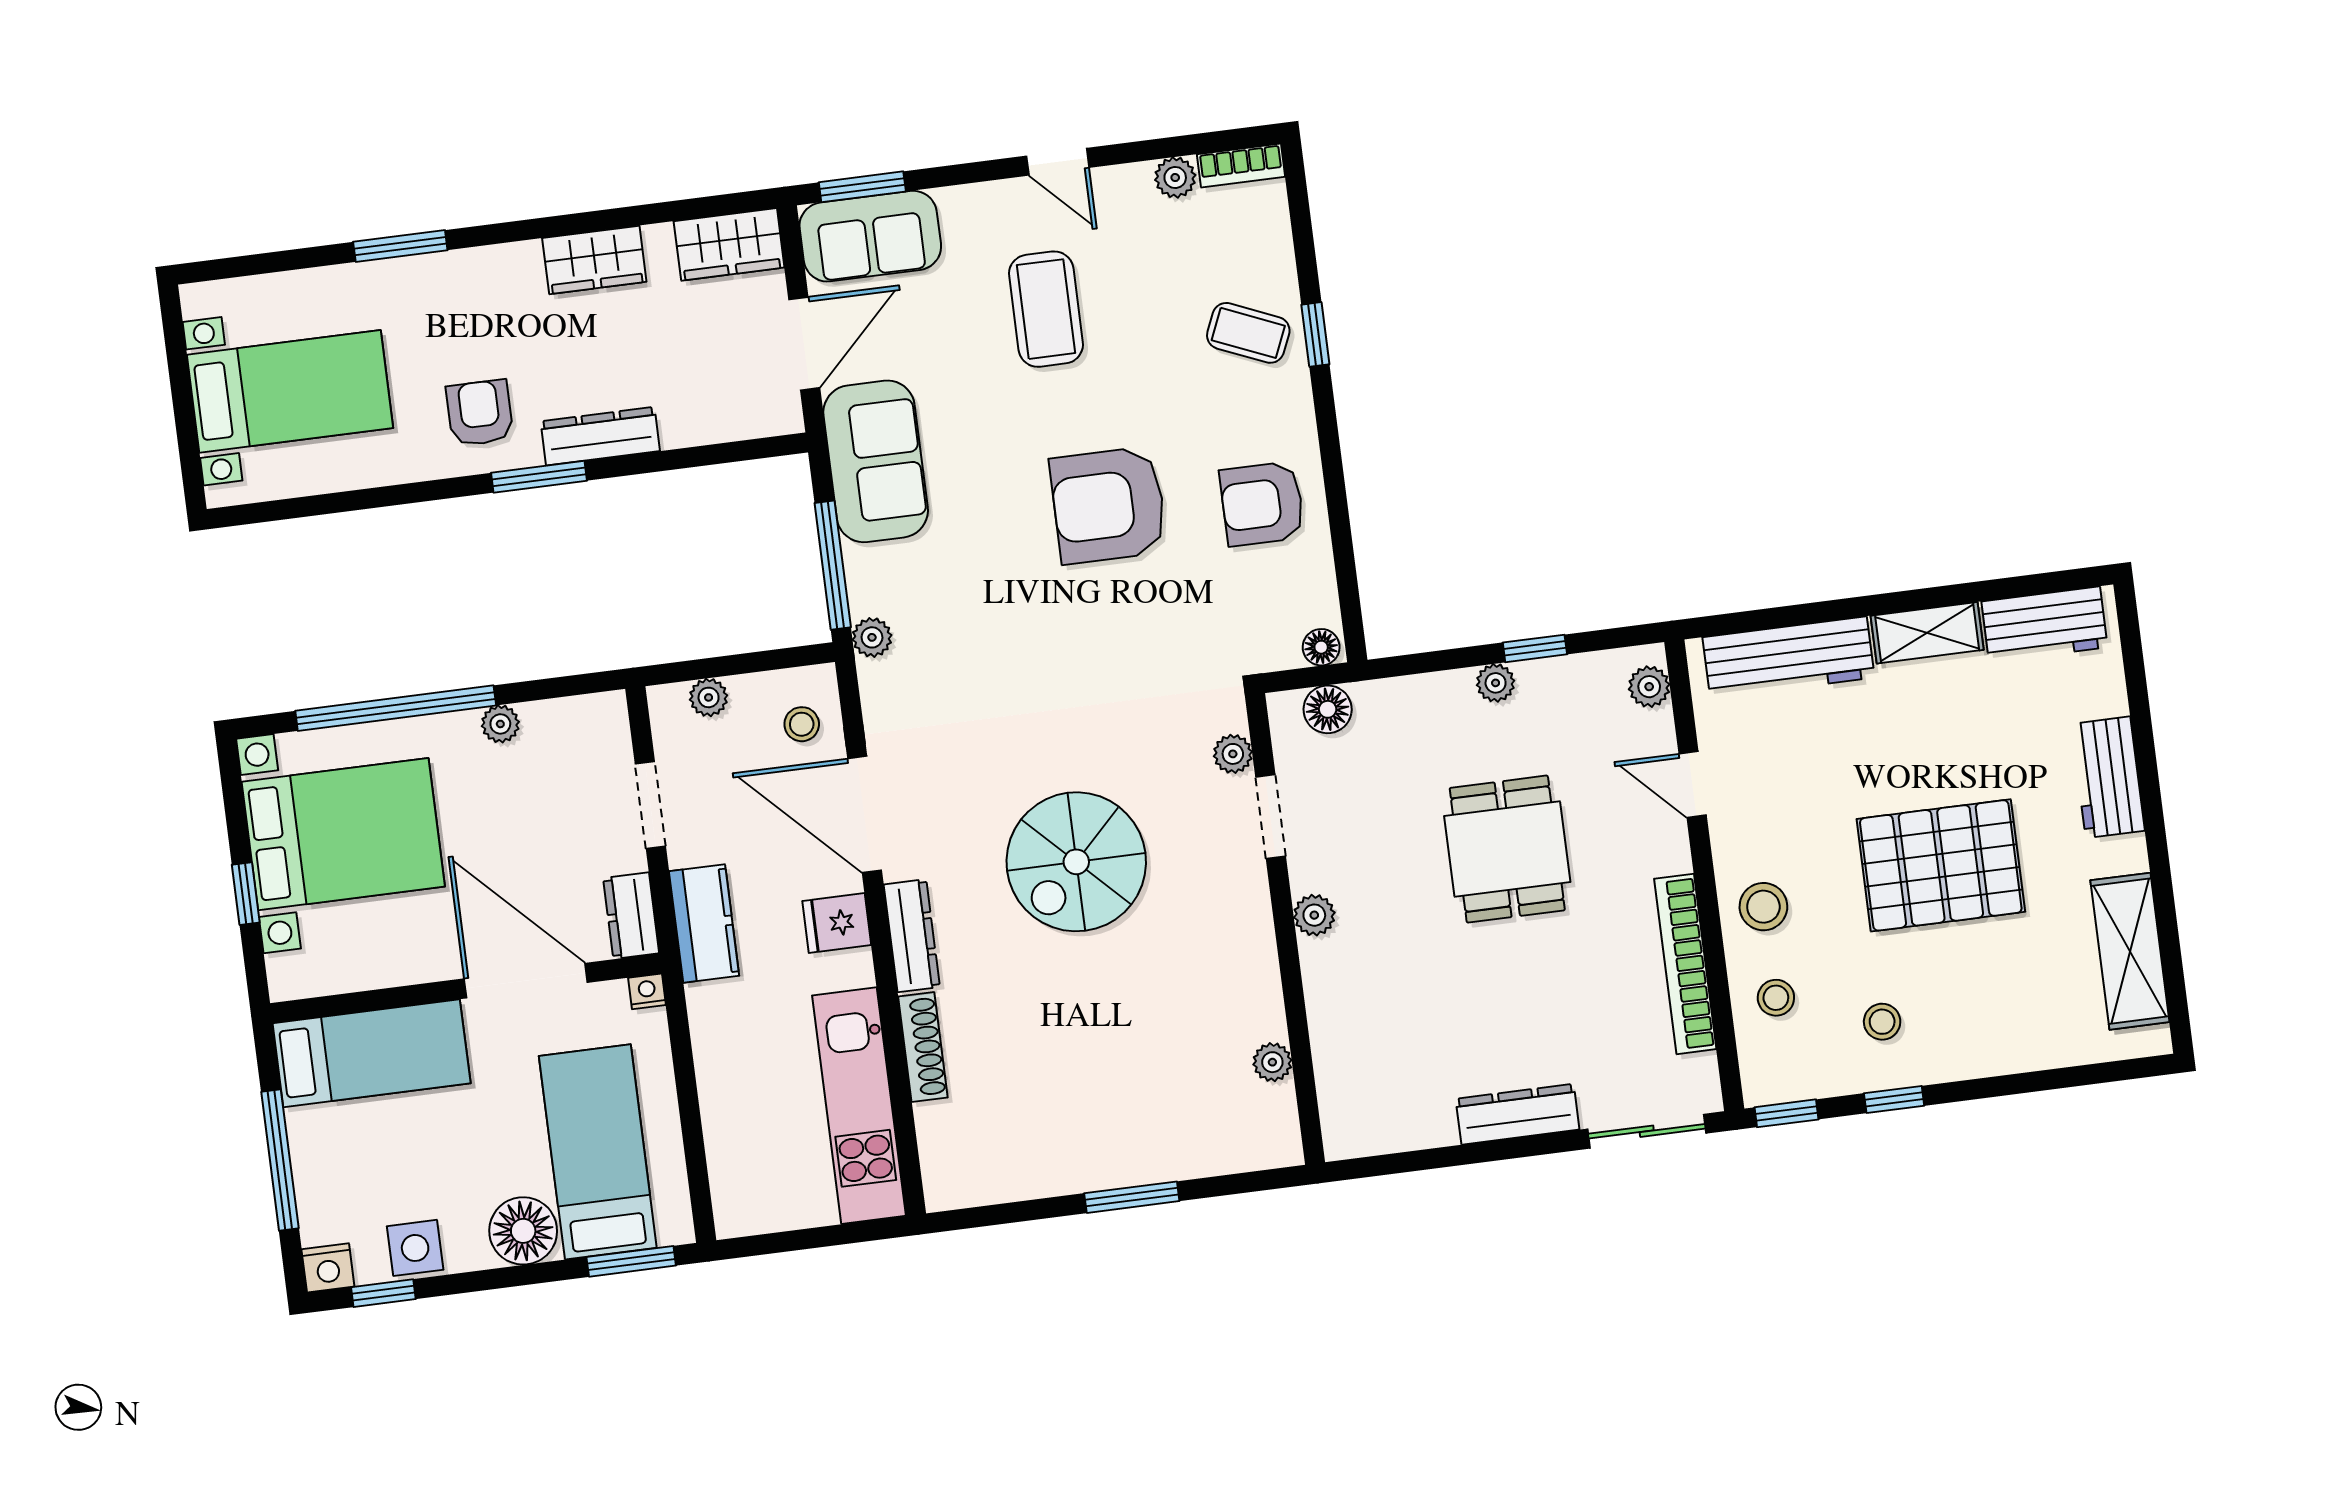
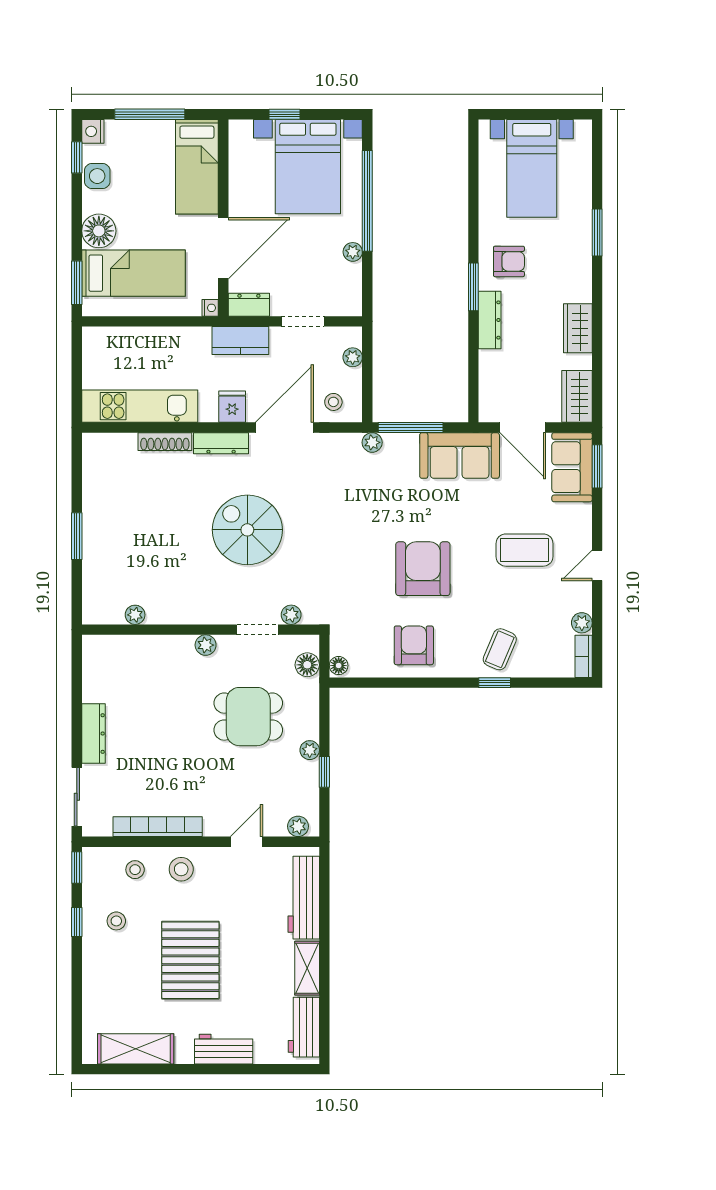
dining table: (1507, 849) -> (248, 717), moved

